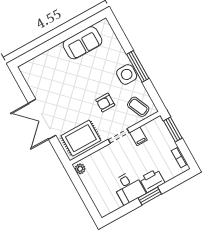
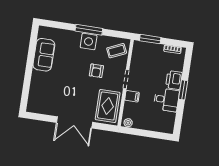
filing cabinet: (138, 136) -> (132, 96), moved

